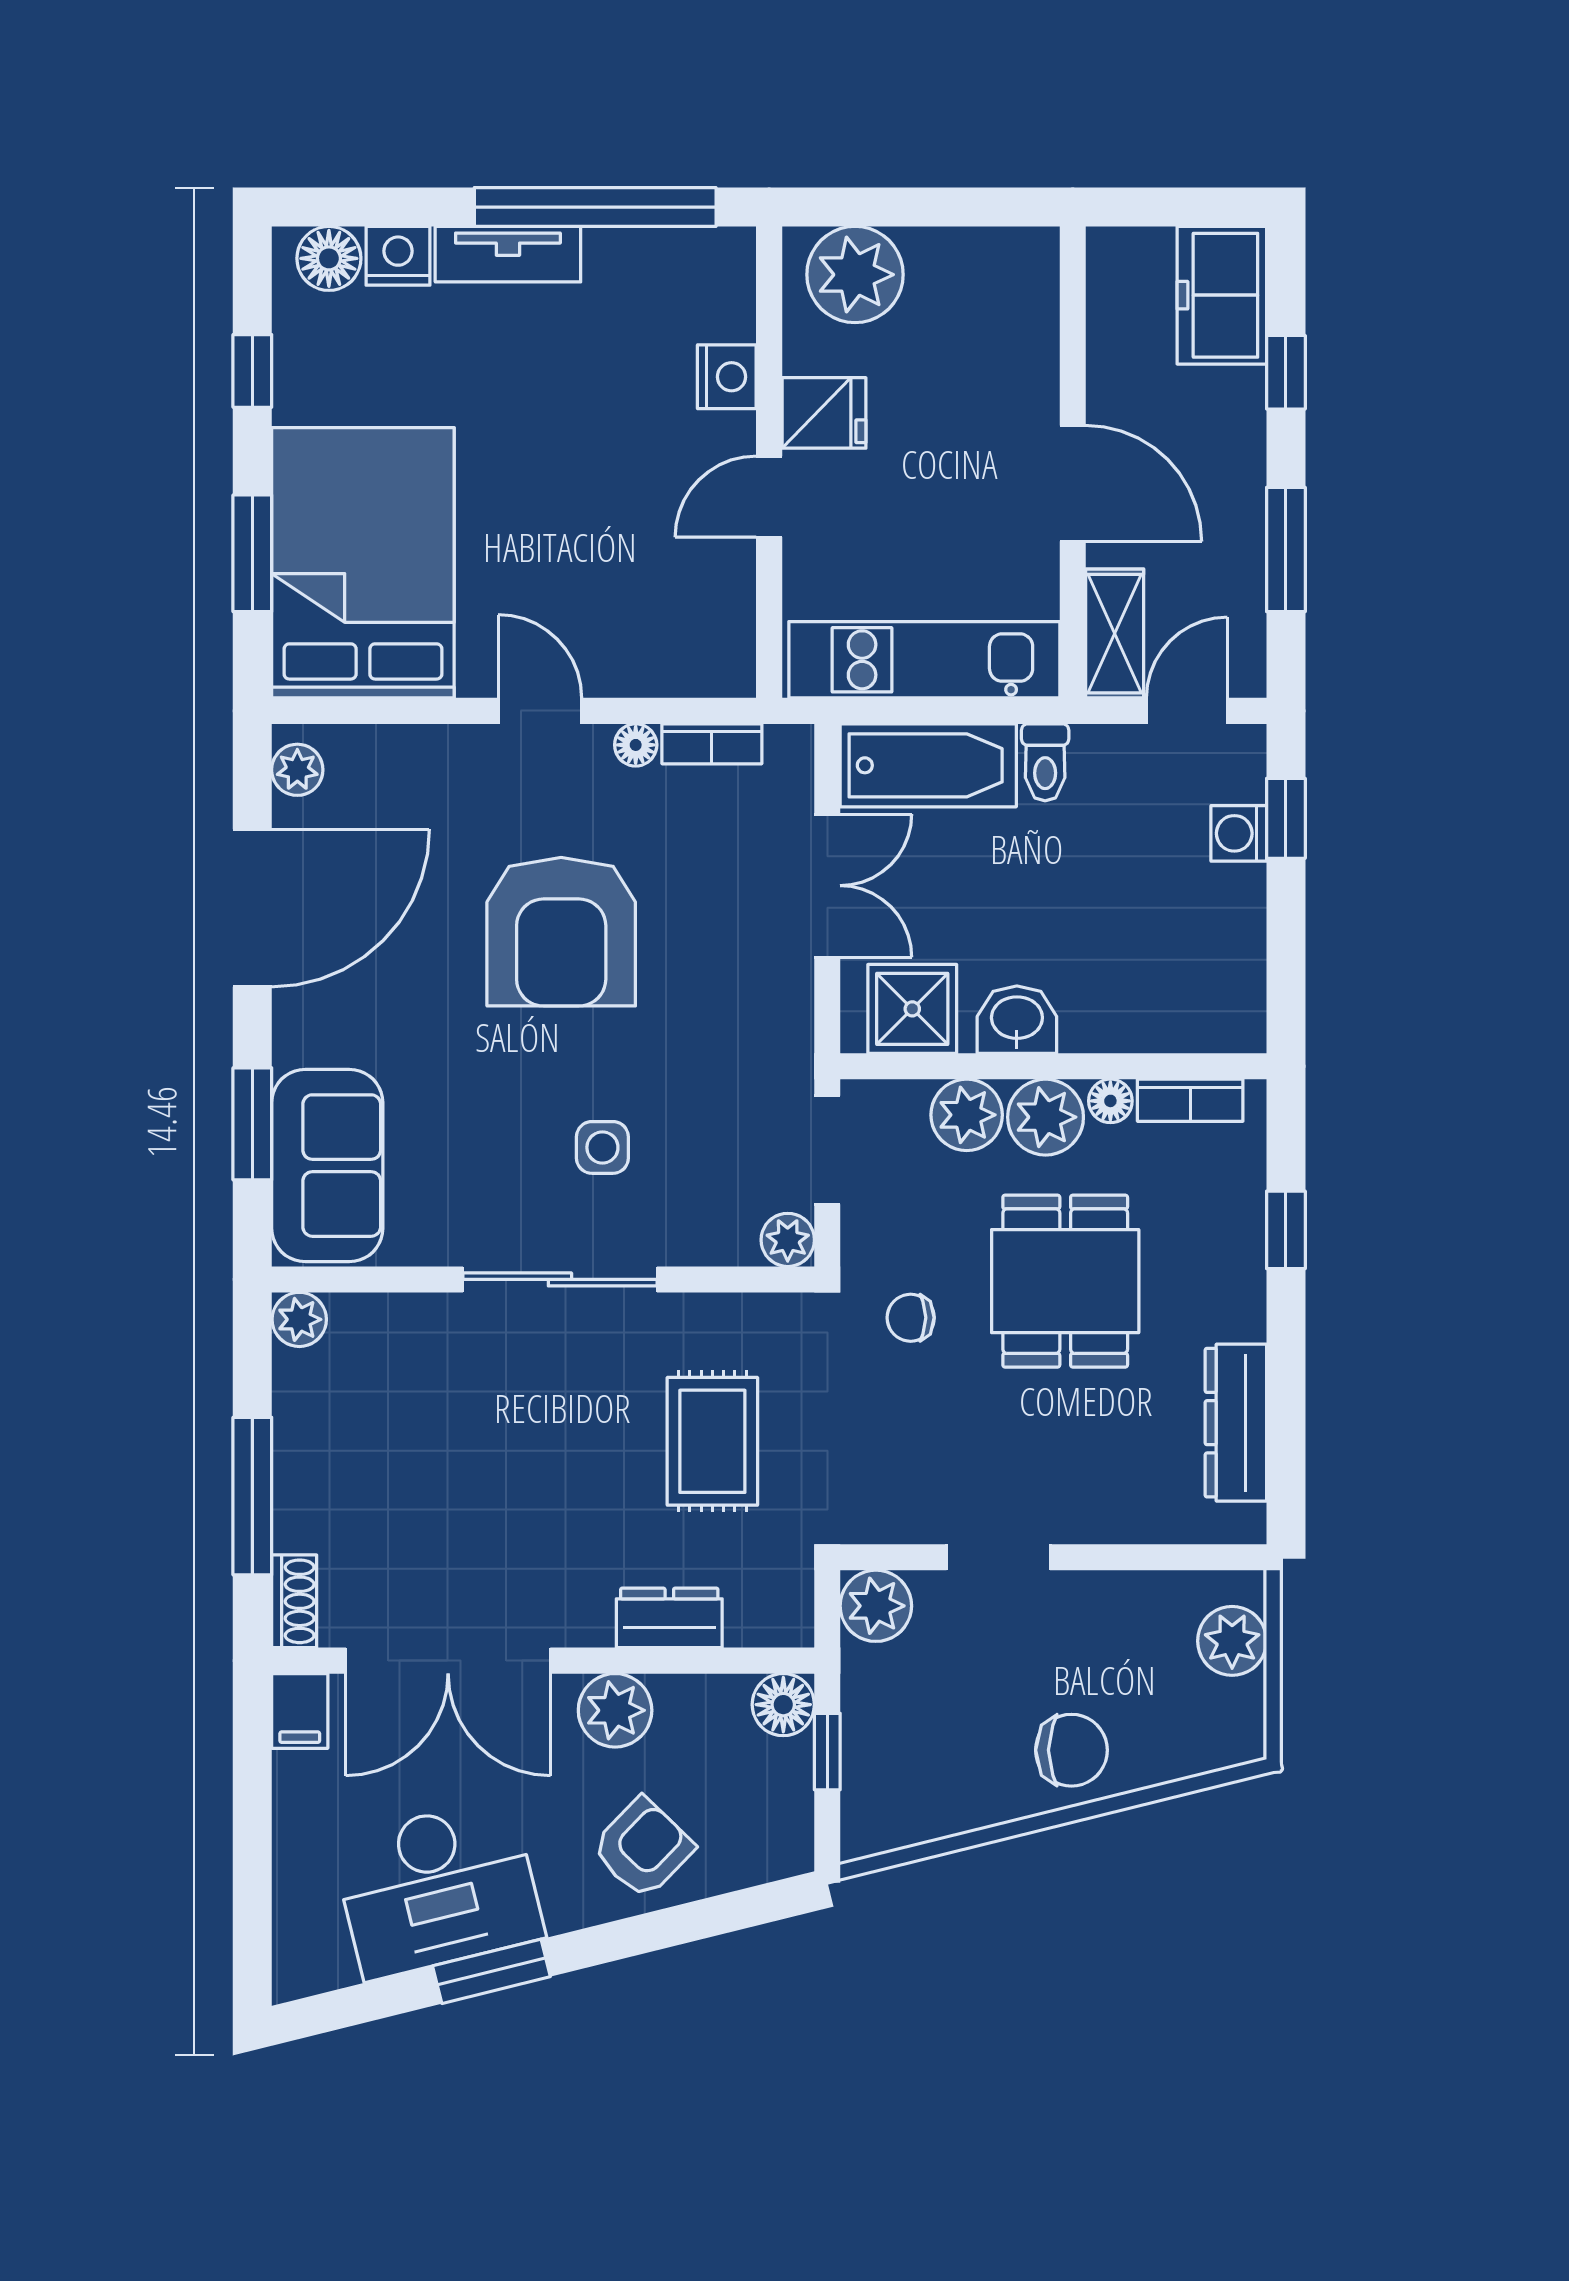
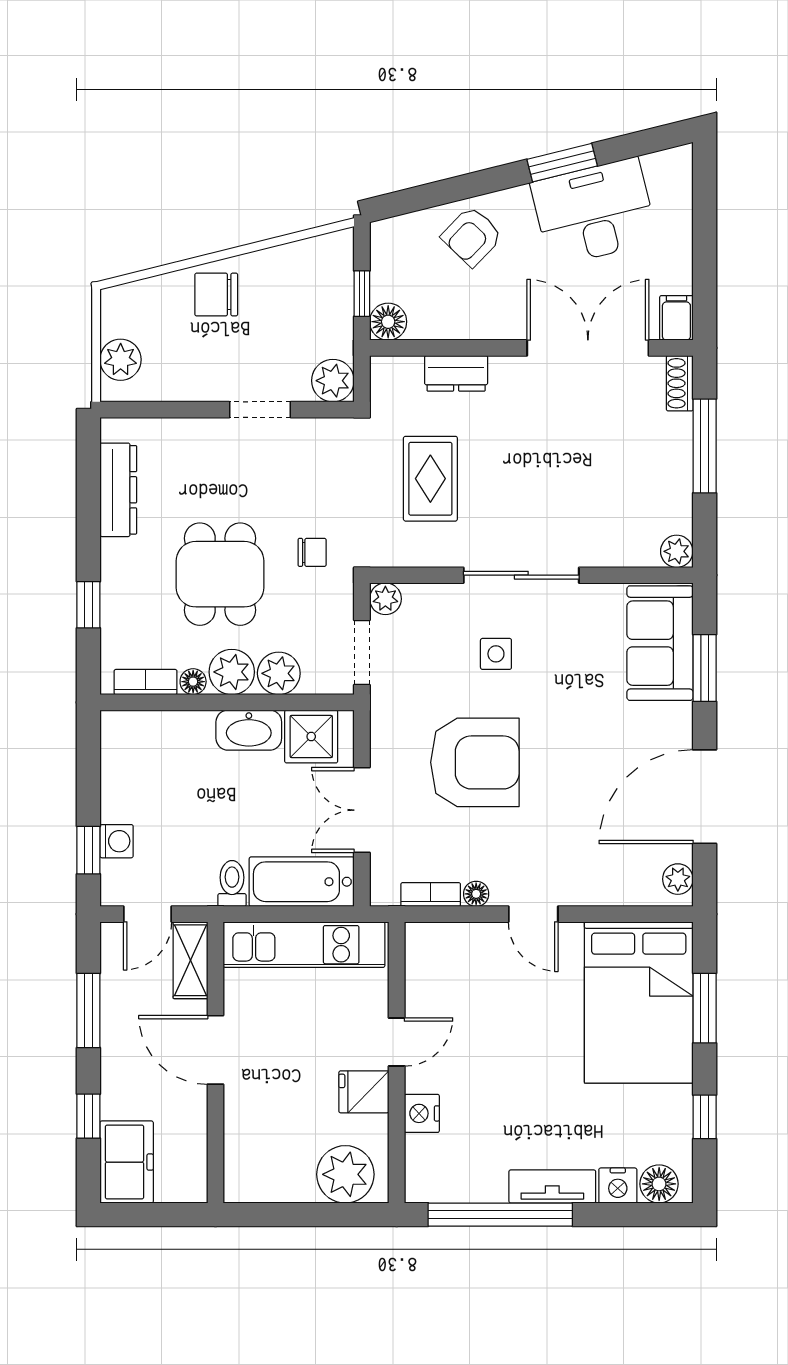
armchair: (561, 932) -> (475, 762), moved, turned 90
washbasin: (1017, 1020) -> (249, 730), width x1.38
plant: (615, 1710) -> (488, 318), removed

